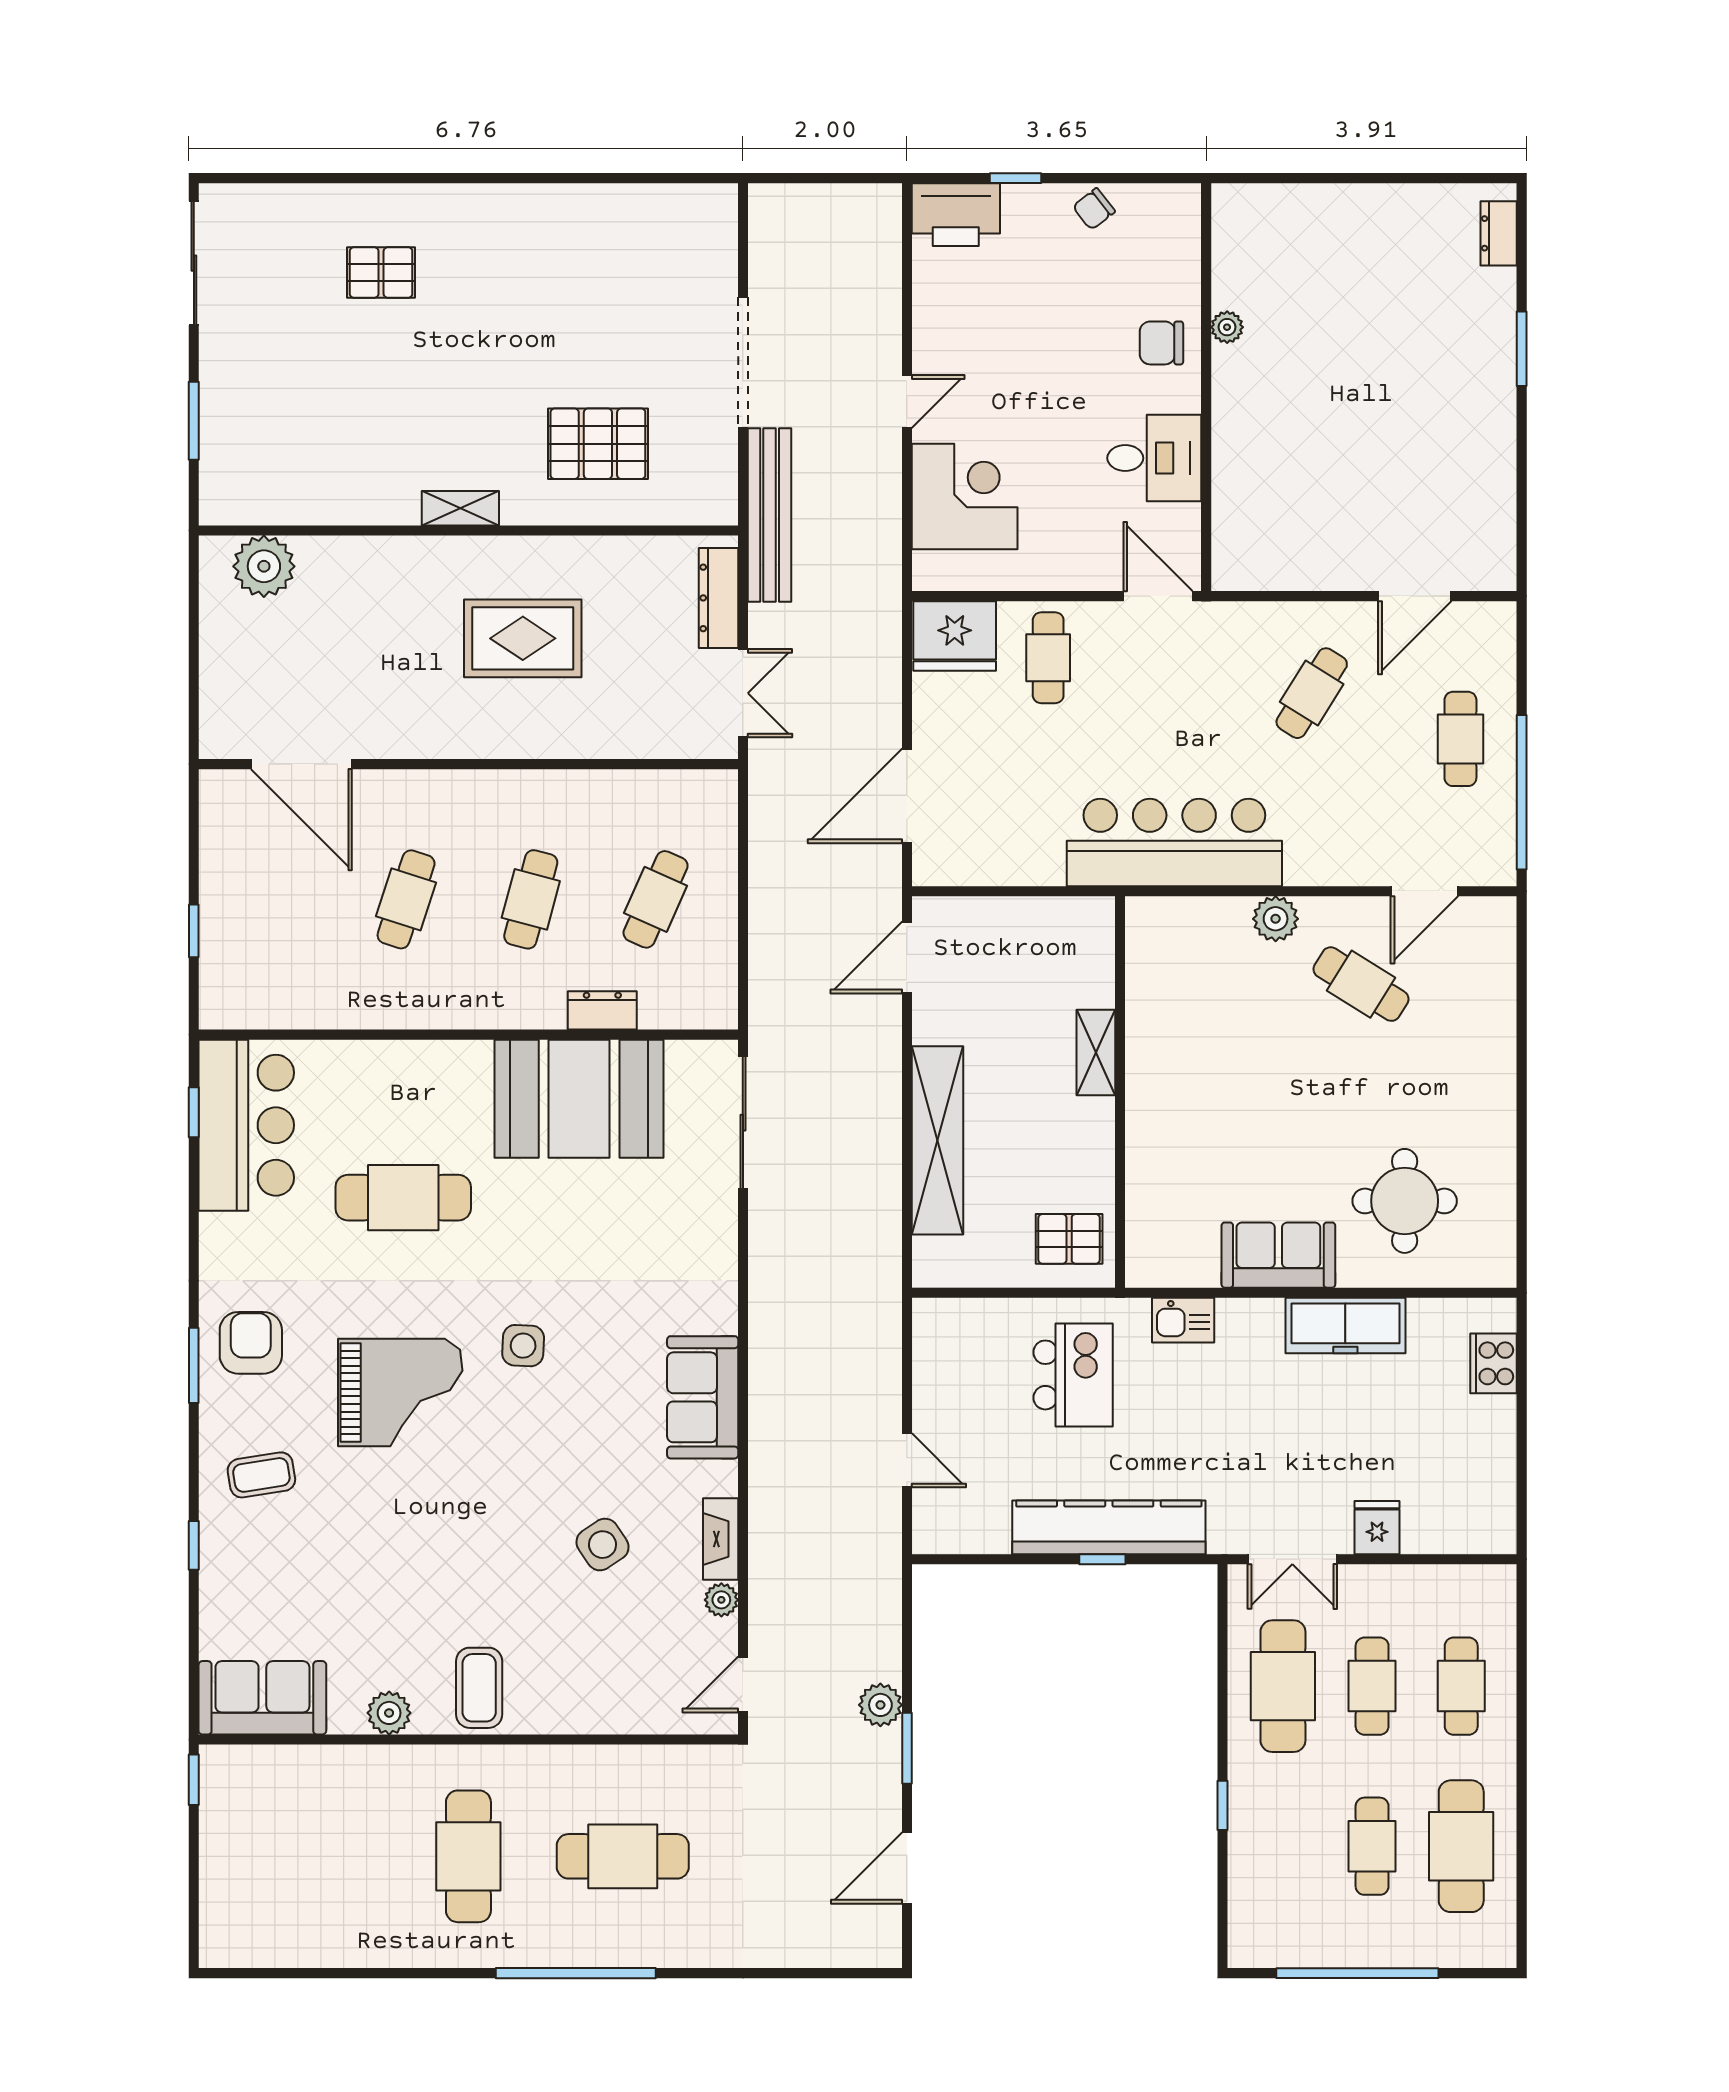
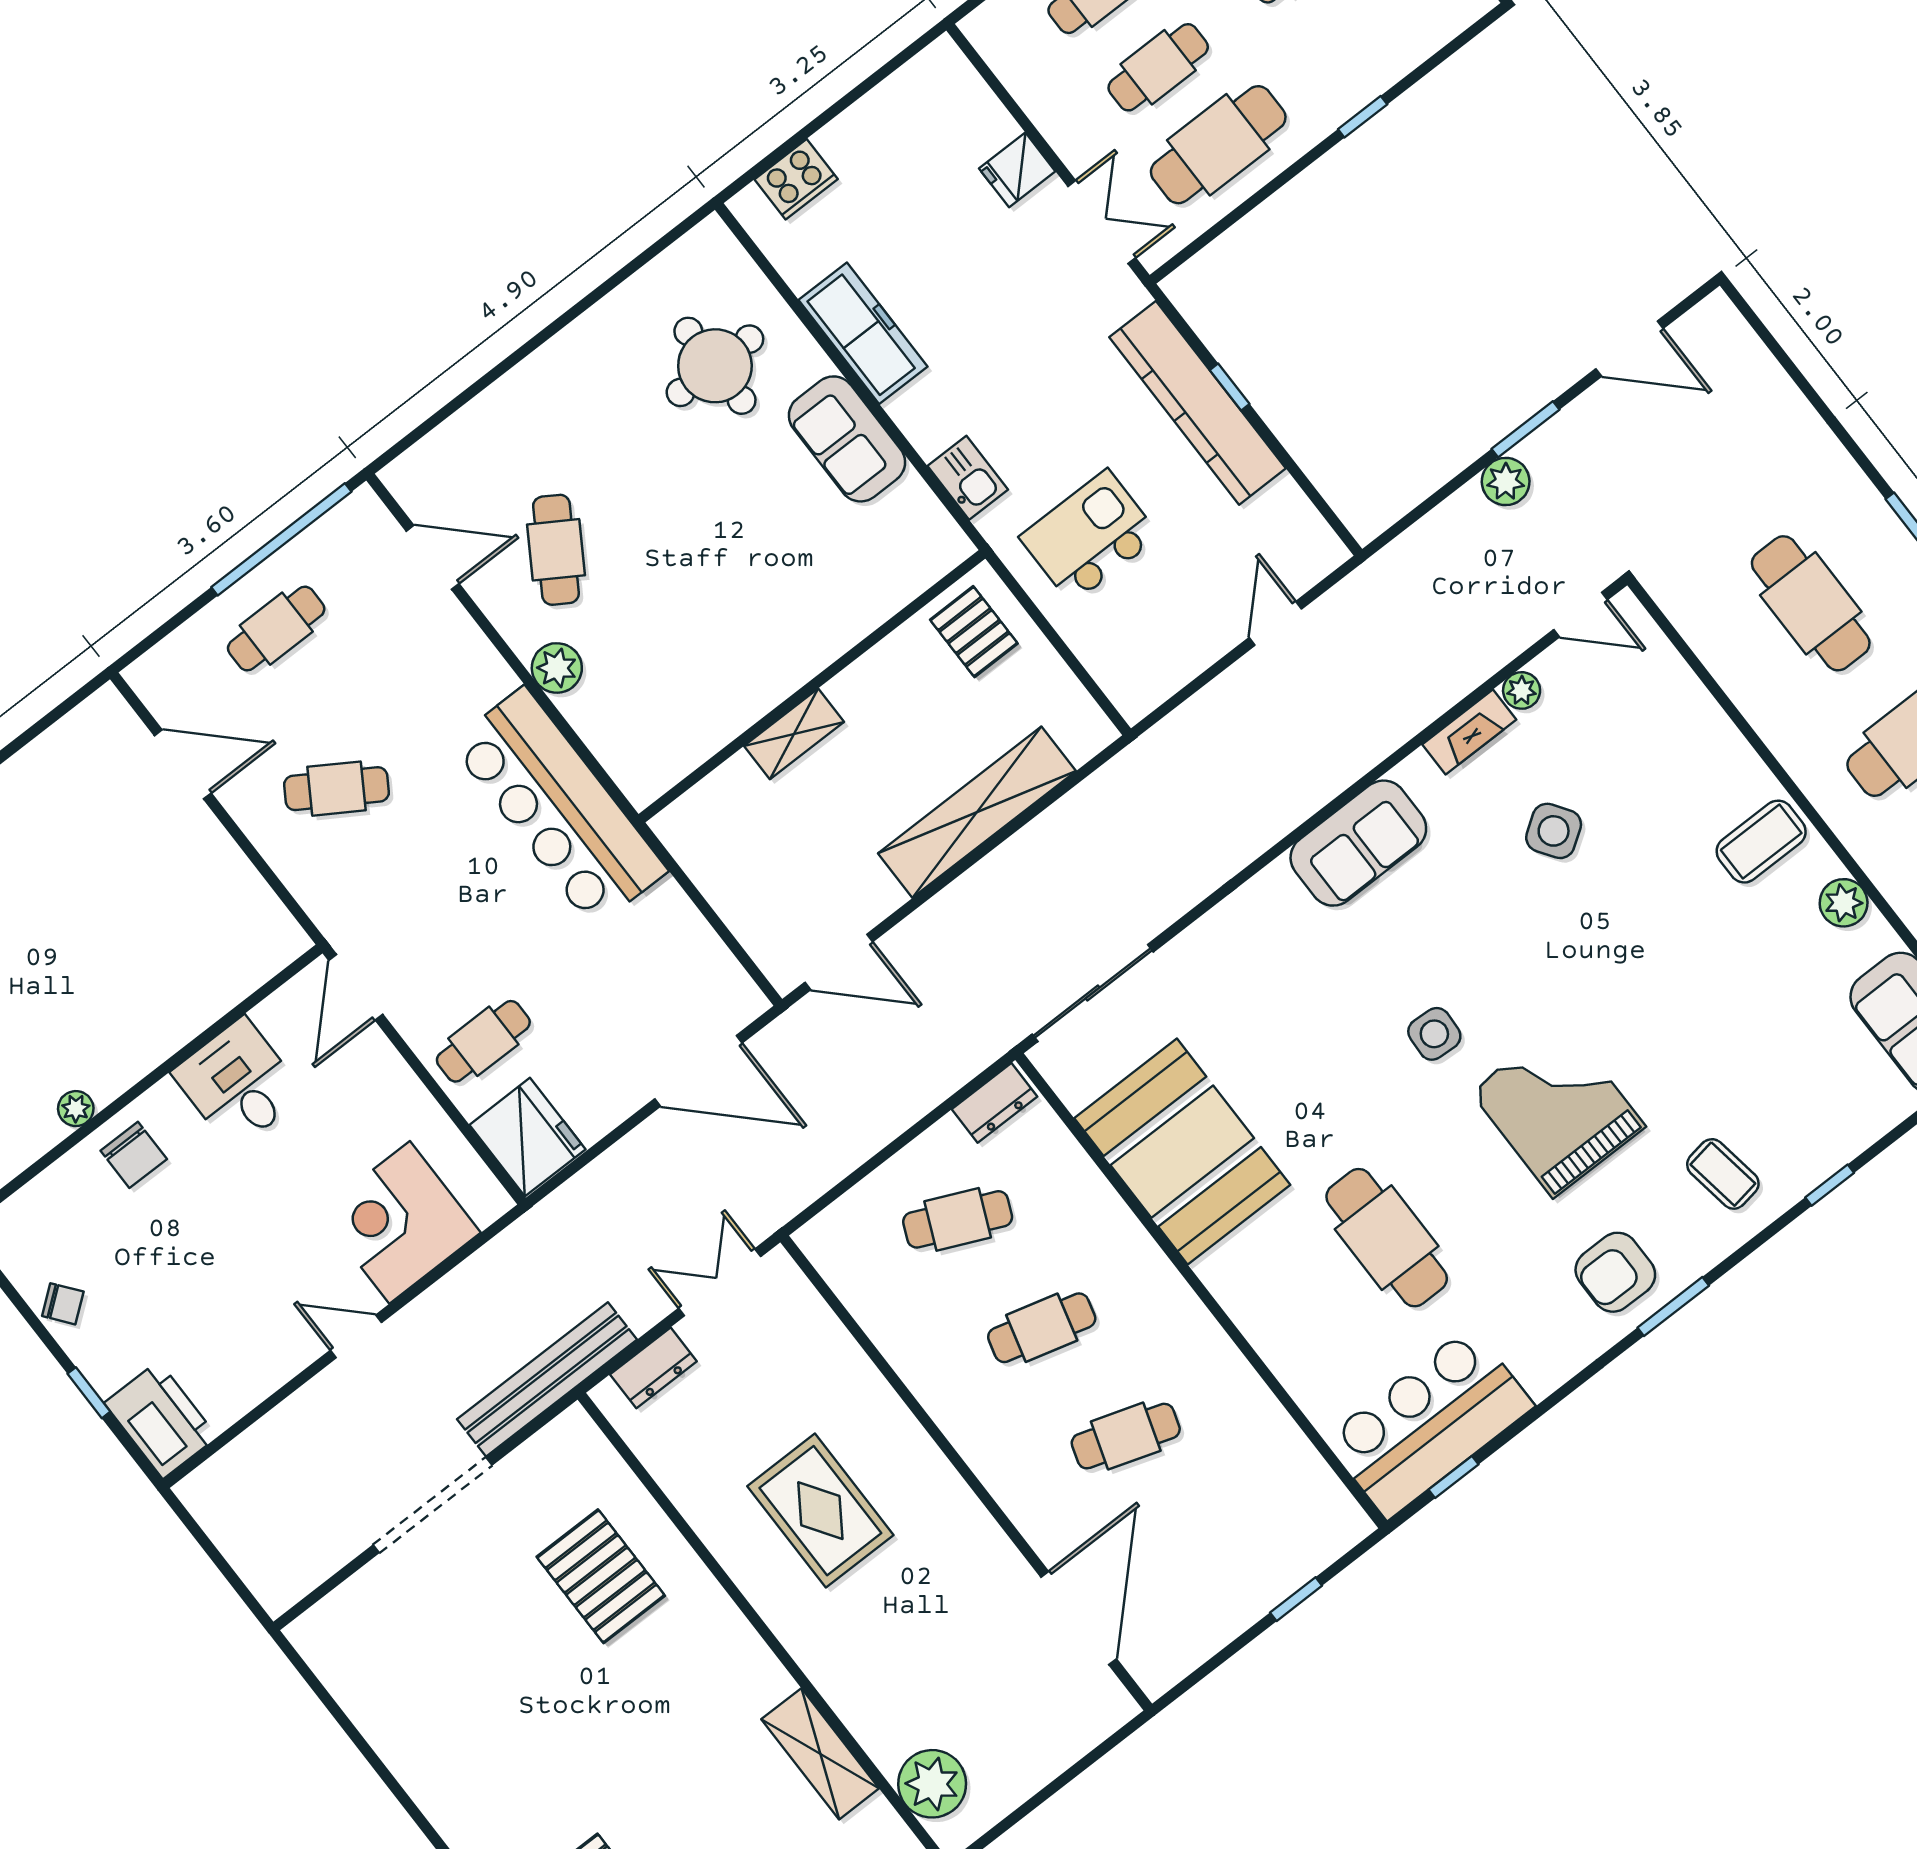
shelving: (460, 508) -> (820, 1754), moved, width x1.50, depth x1.33
dresser: (718, 598) -> (653, 1368), width x0.70
dresser: (602, 1010) -> (995, 1103), moved, turned -90

